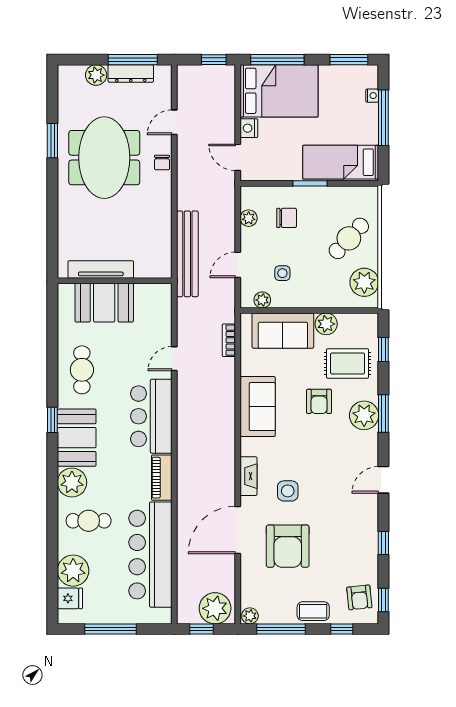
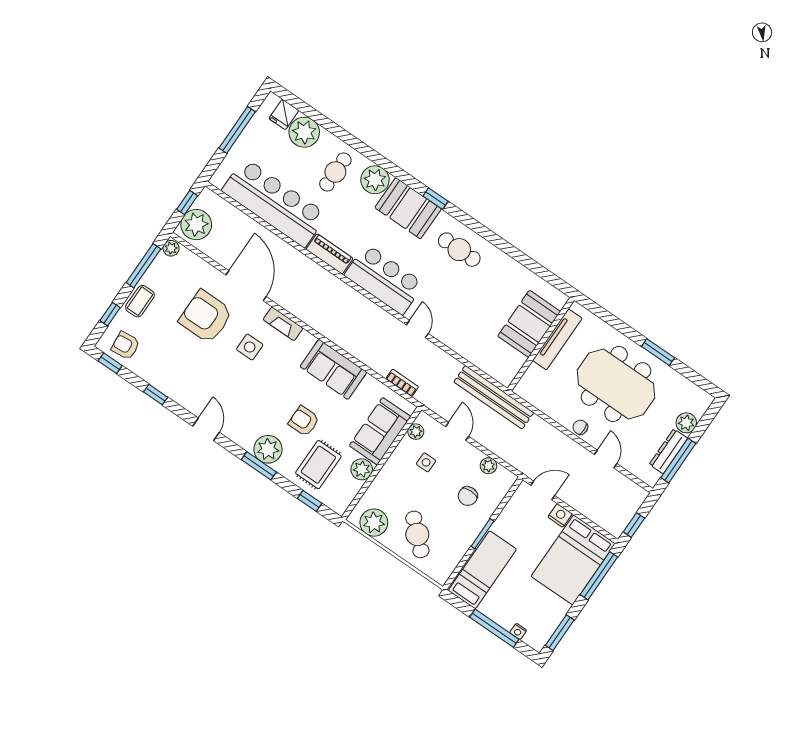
tv unit: (101, 269) -> (557, 339), moved
wall: (115, 281) -> (541, 344), moved
booth: (104, 303) -> (529, 324), moved

